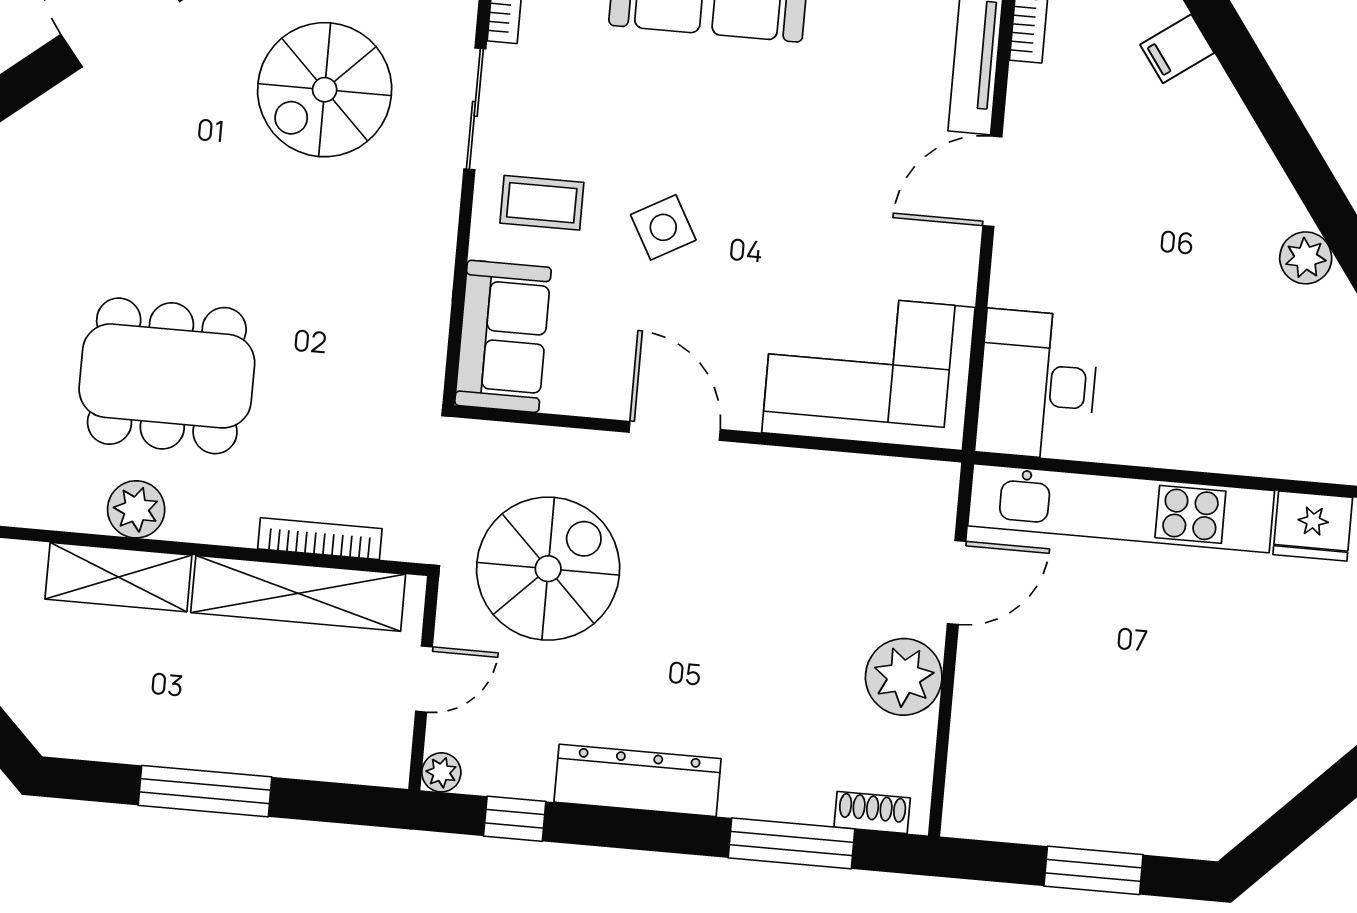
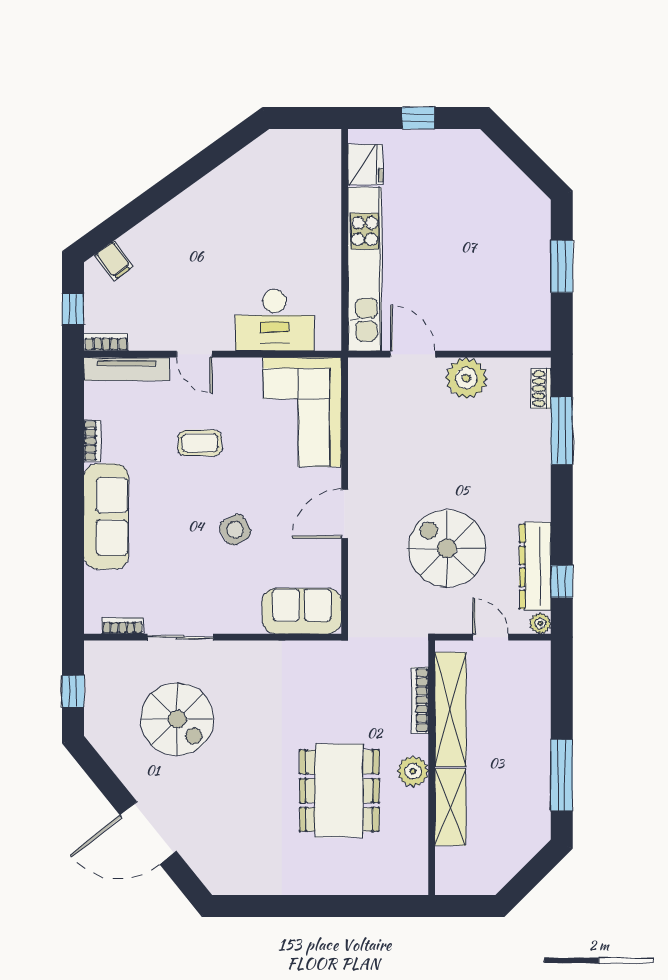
door: (992, 181) -> (194, 354), width x0.73
coffee table: (542, 203) -> (200, 443), moved, turned 90
plant: (1306, 258) -> (221, 181), removed
desk: (1037, 385) -> (274, 320), moved
plant: (136, 509) -> (413, 771), moved
spiral stairs: (548, 569) -> (447, 548), moved
dresser: (638, 780) -> (535, 566), moved
window: (205, 791) -> (562, 775), moved

